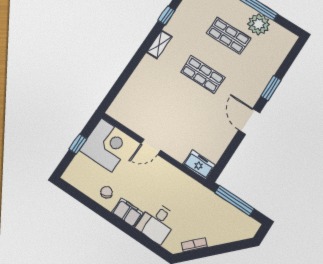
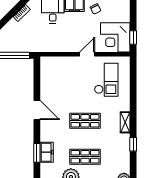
window: (271, 88) -> (37, 153), moved
checkout: (149, 104) -> (106, 80), added
window: (78, 144) -> (133, 38), moved
freezer: (199, 165) -> (47, 152), moved, turned -90

